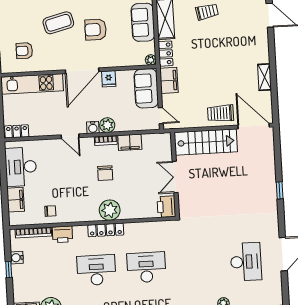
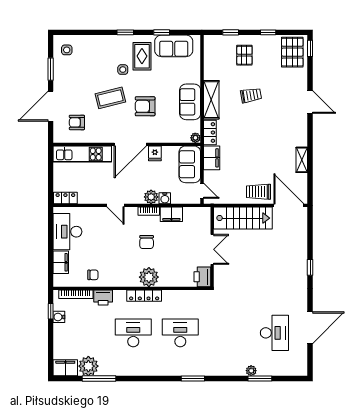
water cooler: (93, 127) -> (165, 198), moved
double door: (175, 177) -> (212, 249), swing flipped
window: (9, 270) -> (51, 311), moved

